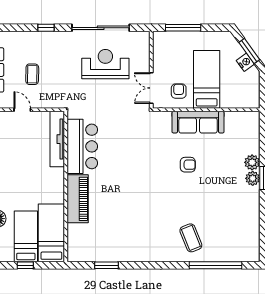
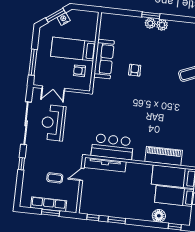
double door: (151, 88) -> (53, 88), moved
door: (22, 110) -> (82, 174), moved
plant: (252, 162) -> (162, 25), moved
piano: (78, 199) -> (164, 156), moved

